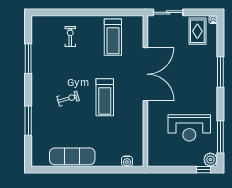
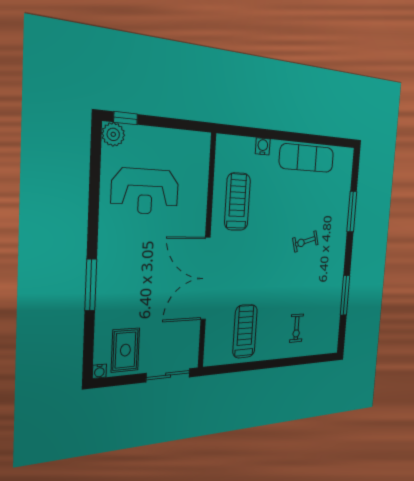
treadmill: (105, 97) -> (237, 202), moved
reception desk: (189, 128) -> (145, 191), turned 180
window: (220, 137) -> (95, 173), removed
water cooler: (127, 161) -> (263, 146), moved

